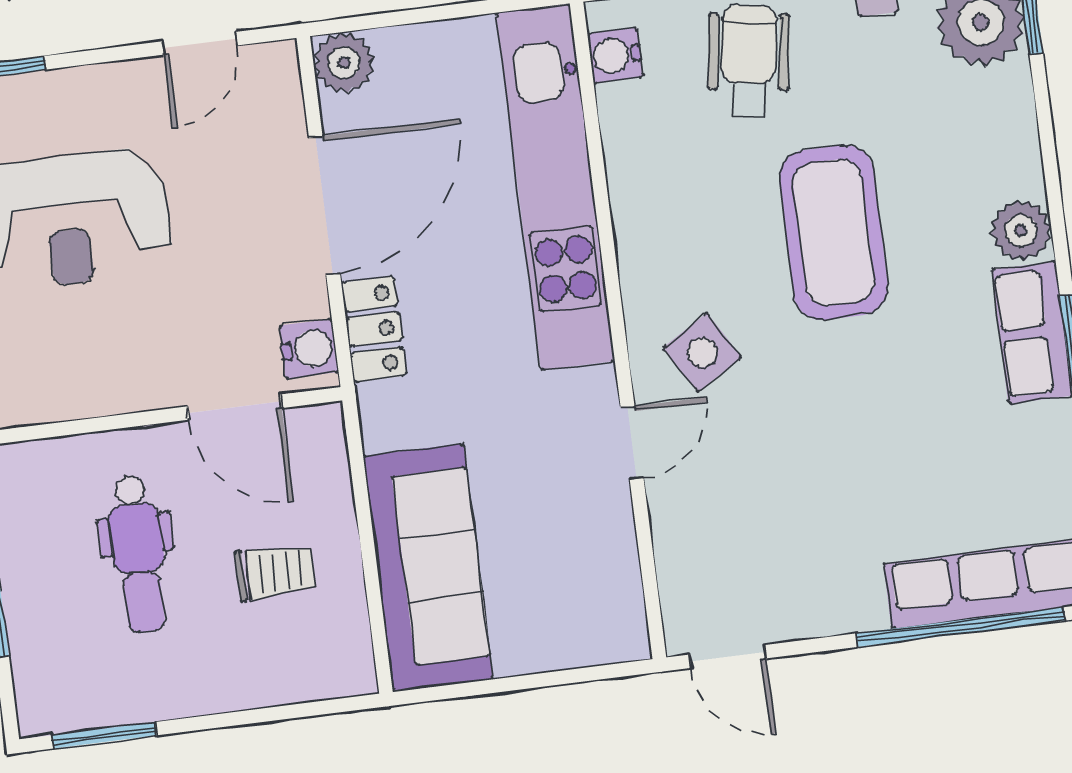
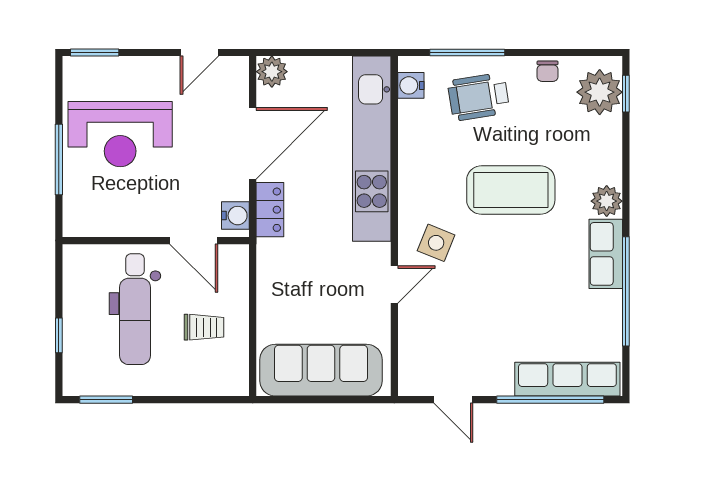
wheelchair: (749, 61) -> (479, 97), turned -107
coffee table: (834, 233) -> (511, 190), turned 90
side table: (702, 353) -> (436, 243), turned -37
dental chair: (138, 554) -> (135, 309), width x1.36, depth x1.38
sofa: (428, 568) -> (321, 370), moved, turned -90
door: (728, 657) -> (453, 400), moved

